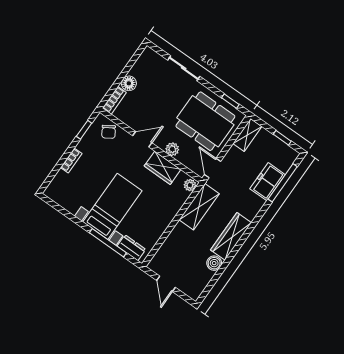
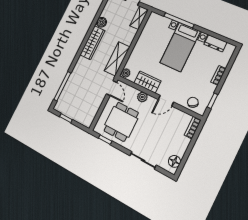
floor lamp: (129, 83) -> (174, 161), moved
dining table: (205, 121) -> (121, 122), width x0.73
shelving: (247, 135) -> (139, 18), moved
freezer: (268, 182) -> (72, 85), removed
dresser: (131, 248) -> (215, 43), moved

